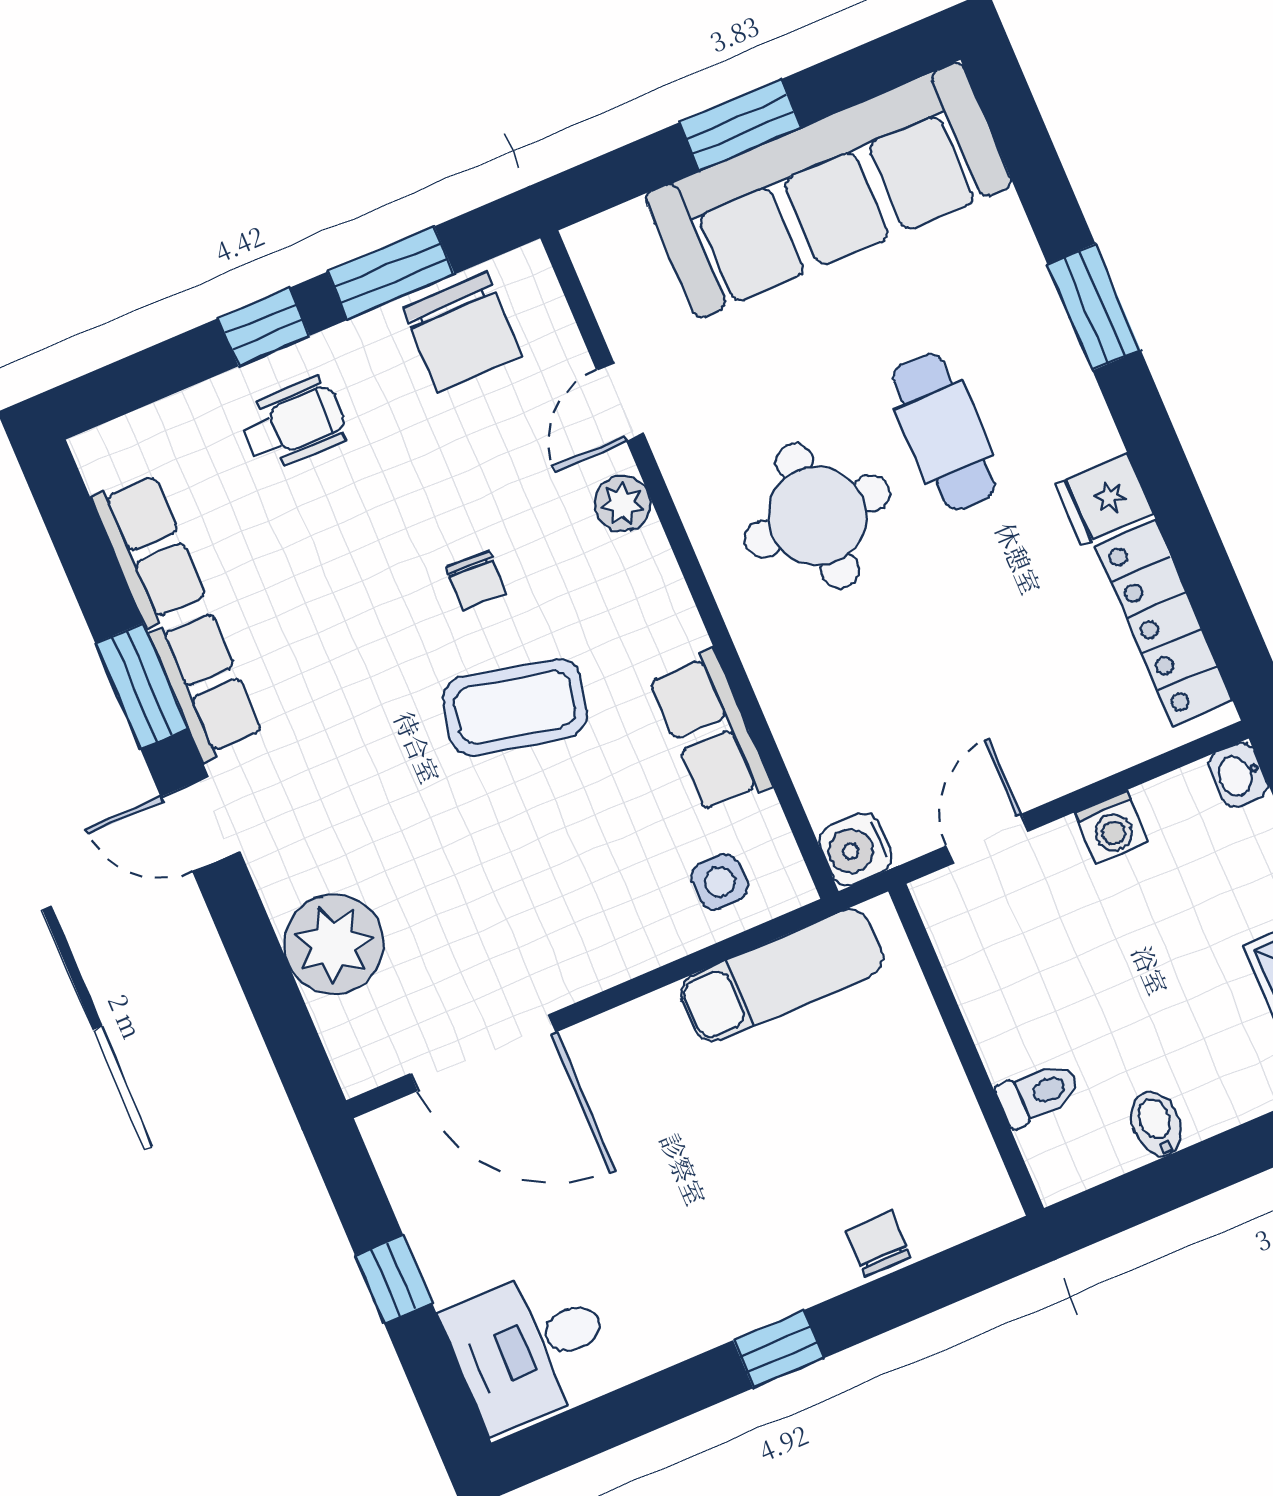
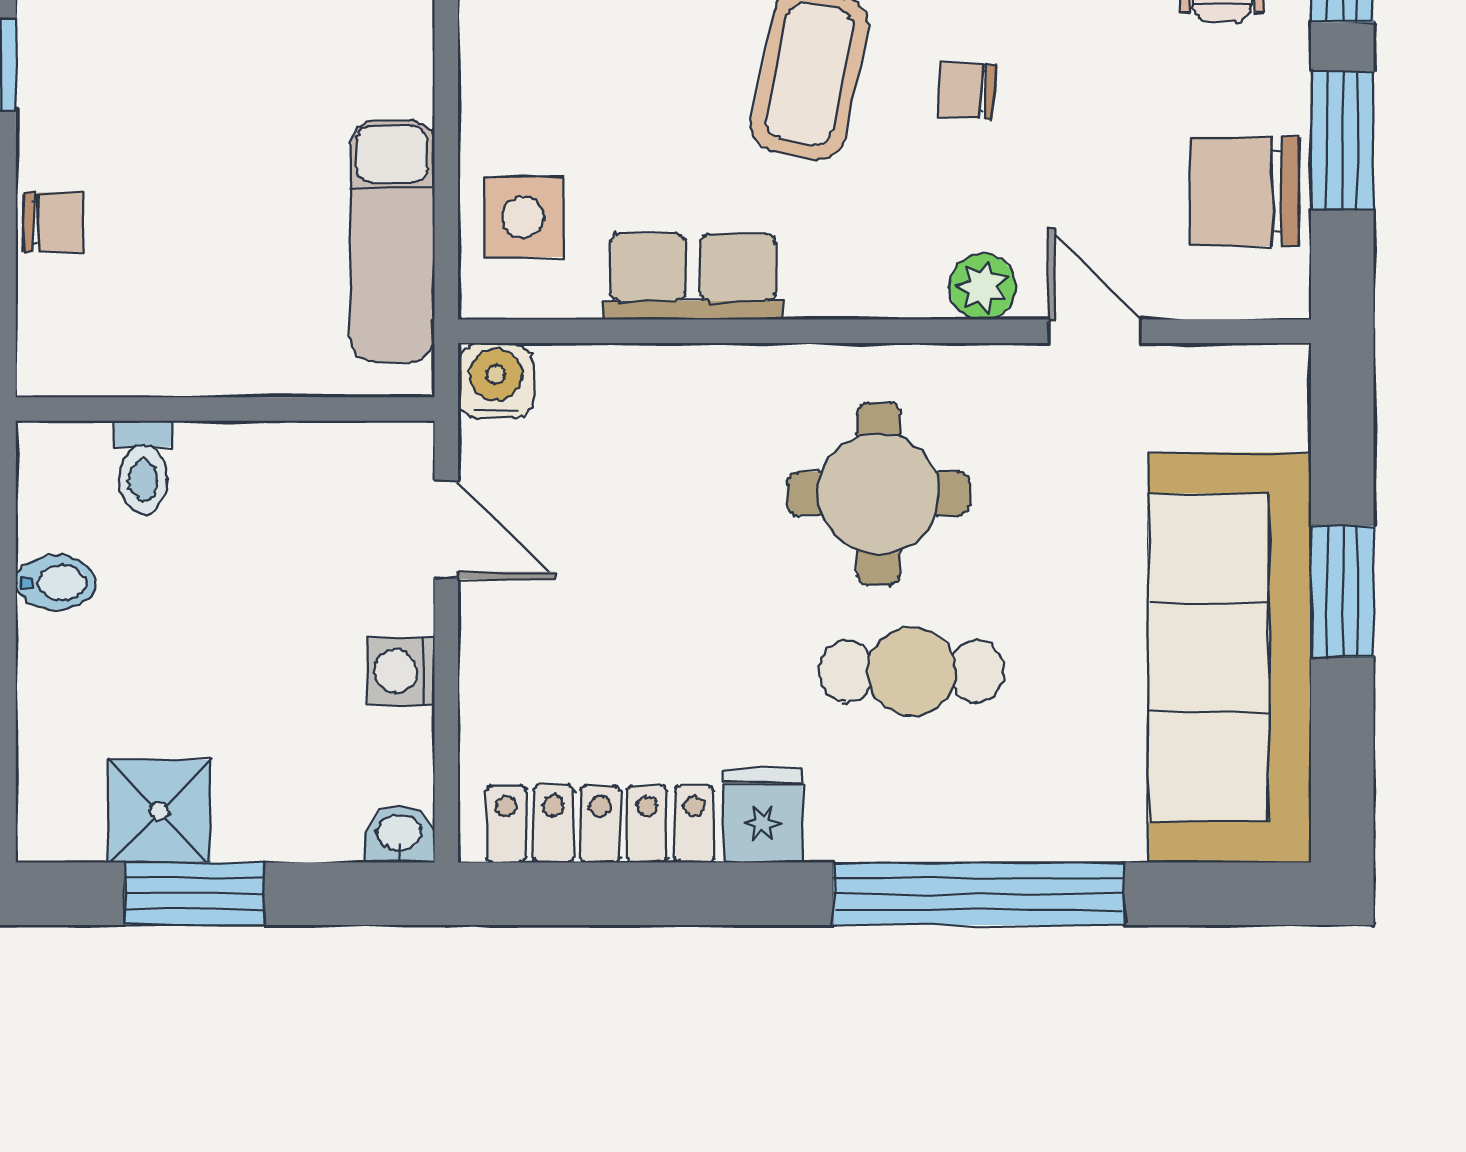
window: (1094, 307) -> (979, 894), width x2.11
side table: (720, 882) -> (523, 217), width x1.37, depth x1.37

